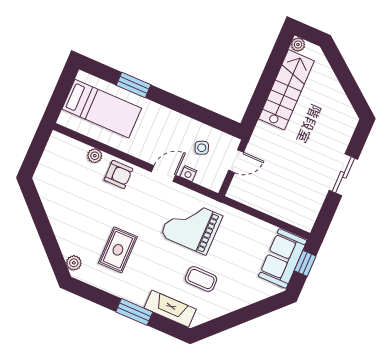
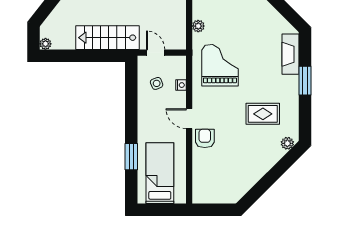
stairs: (286, 90) -> (107, 38), moved
plant: (95, 156) -> (198, 26), moved
door: (164, 174) -> (189, 119), moved
grand piano: (192, 226) -> (220, 65), turned 180
coffee table: (201, 279) -> (258, 40), removed

